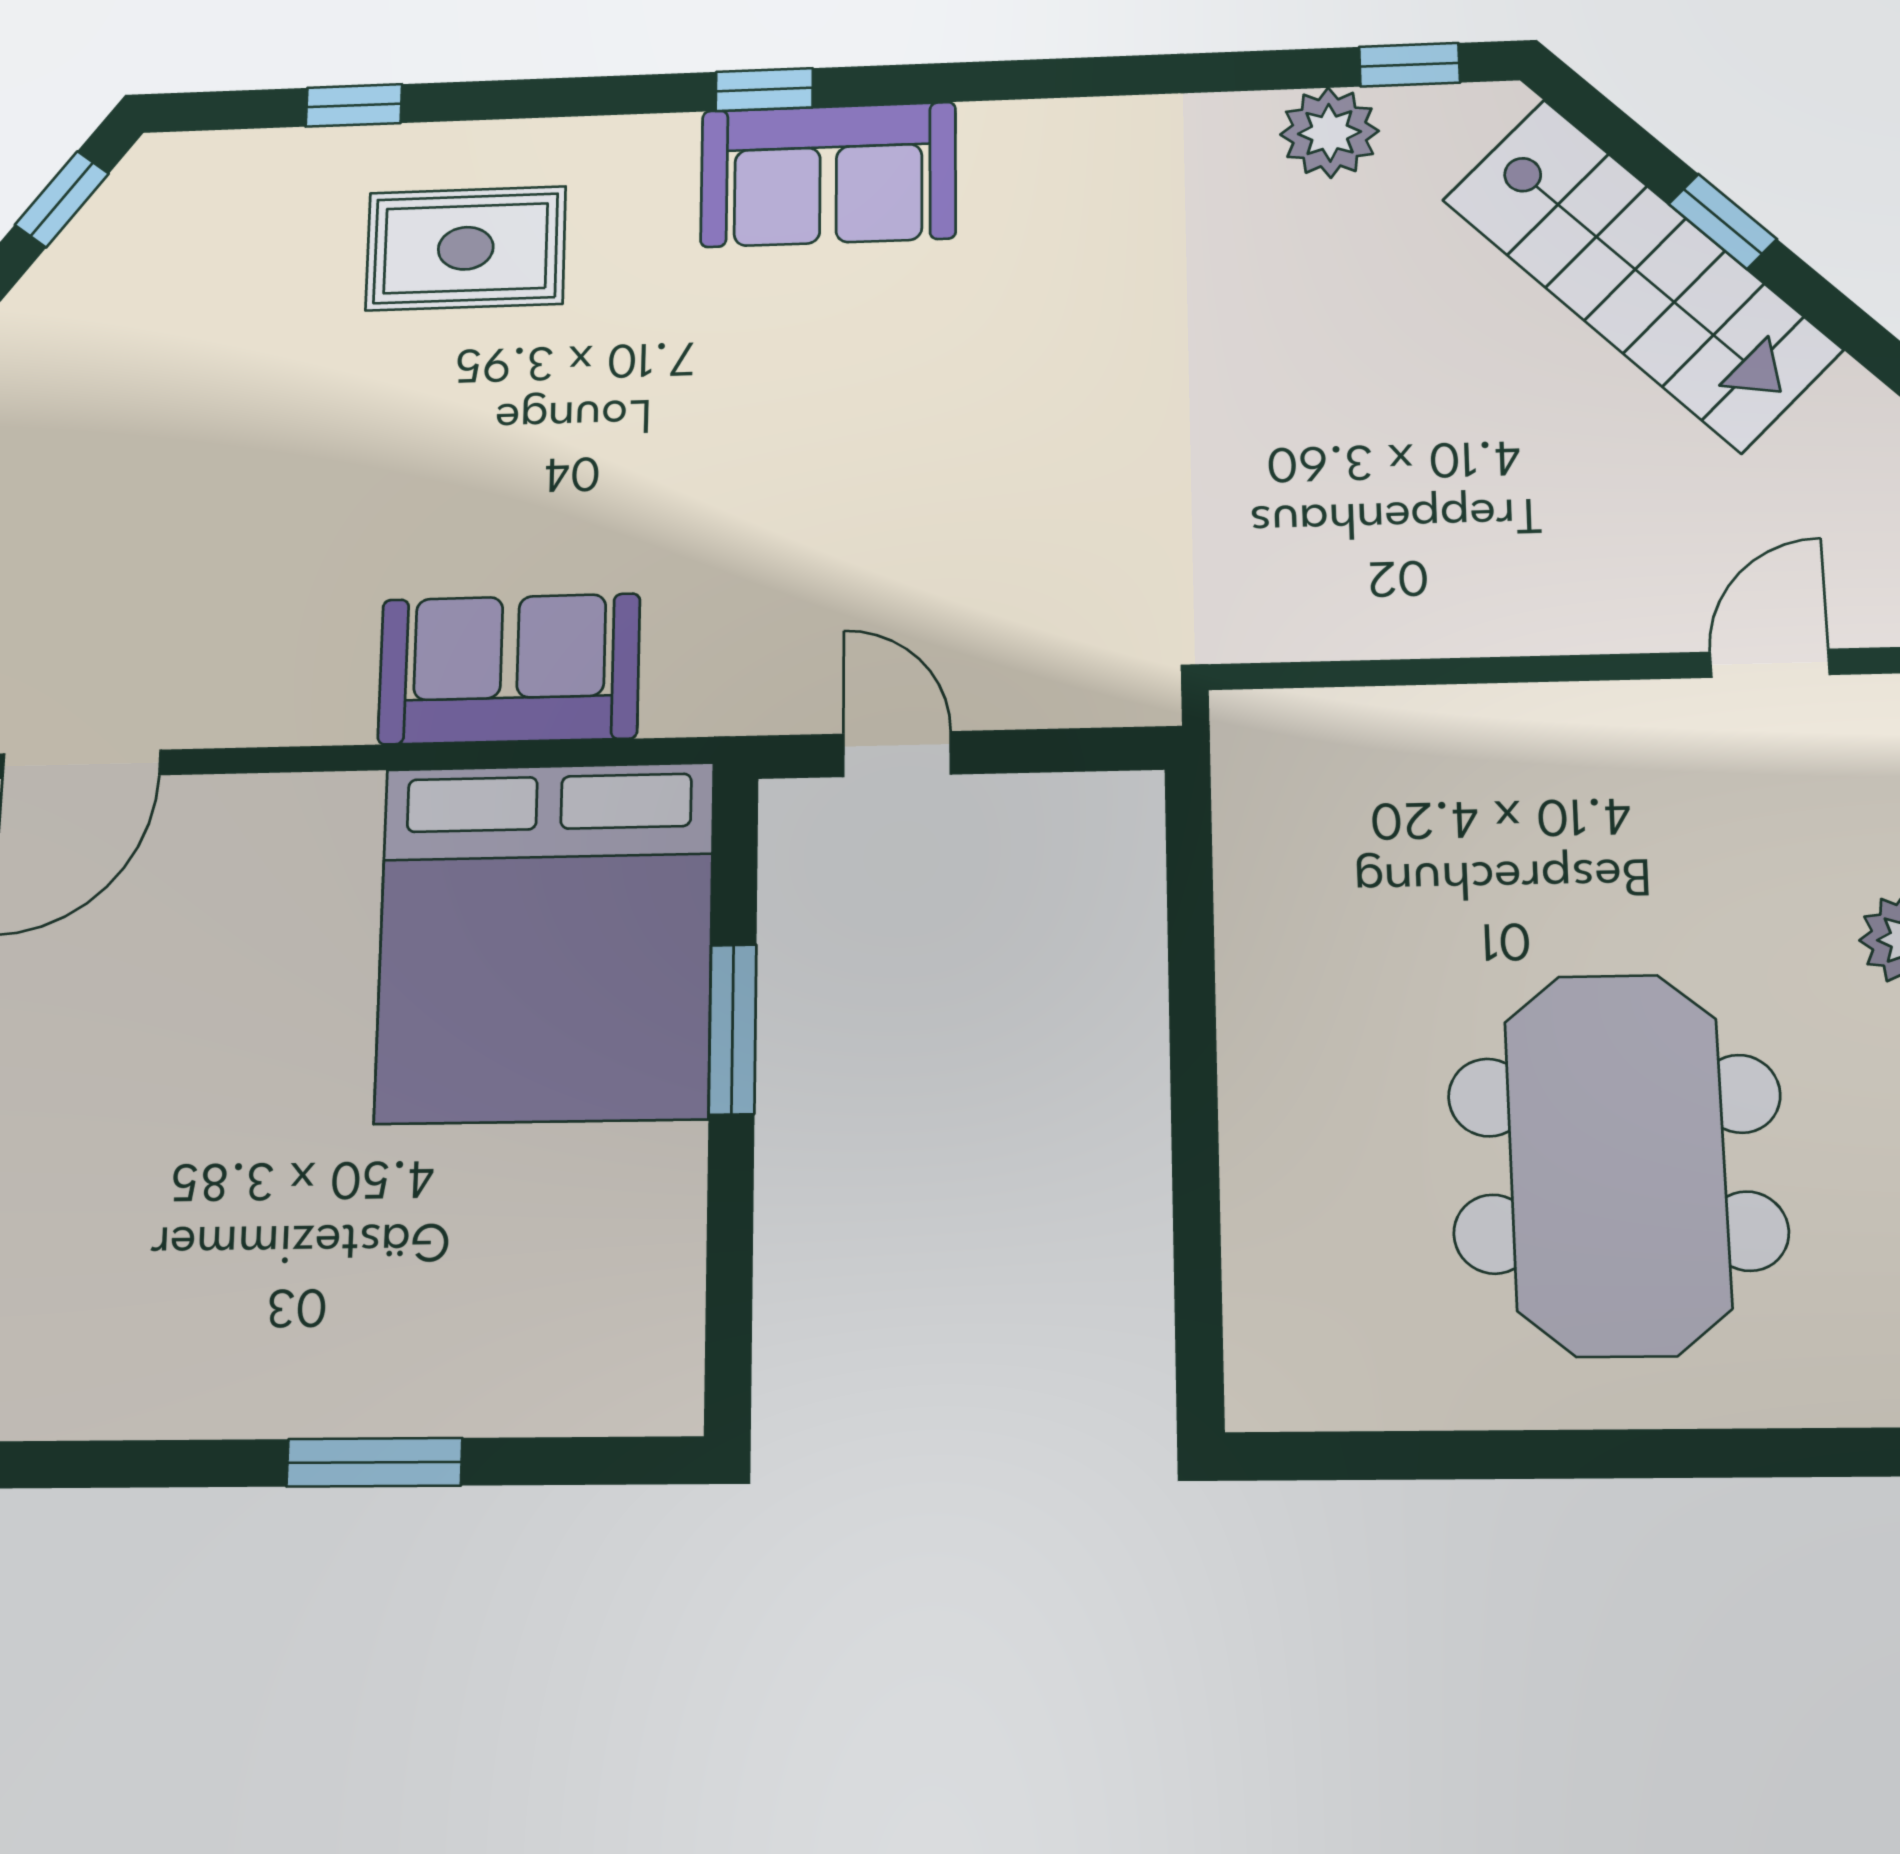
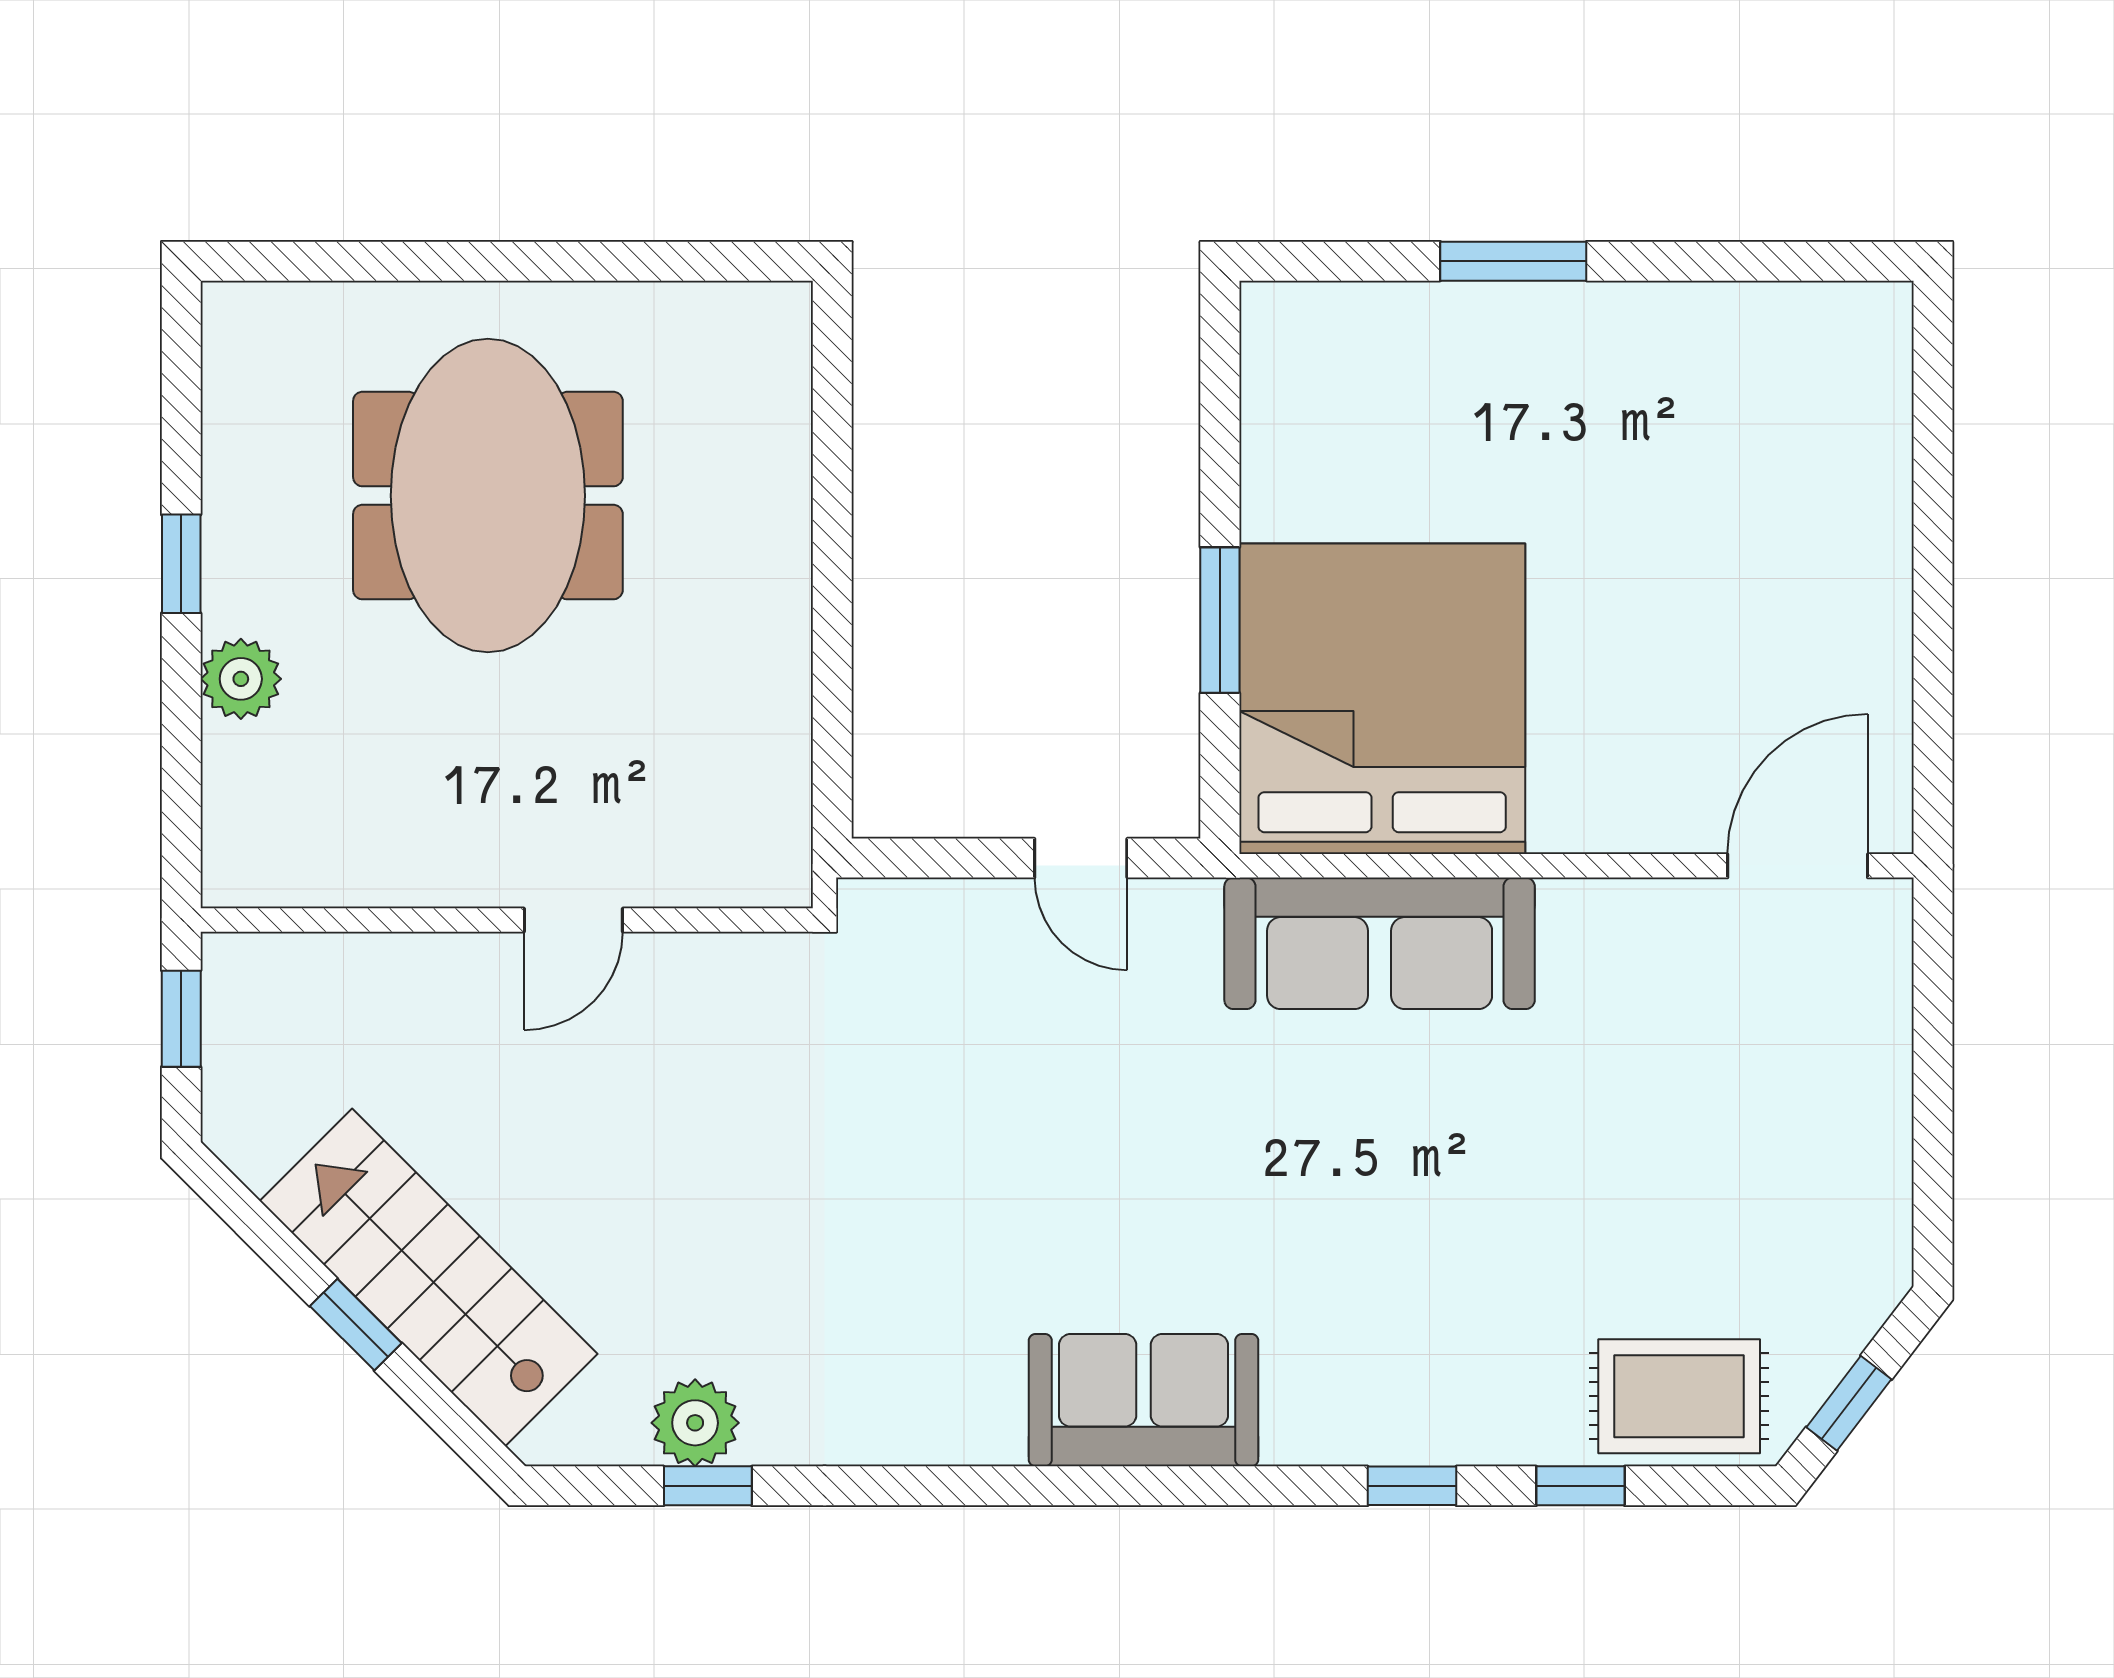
window: (1409, 65) -> (708, 1486), moved
window: (764, 90) -> (1412, 1486), moved
rug: (466, 248) -> (1679, 1396), moved
door: (1770, 663) -> (573, 920), moved
sofa: (509, 669) -> (1380, 943), width x1.36

